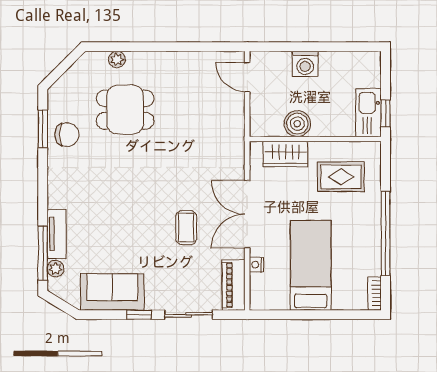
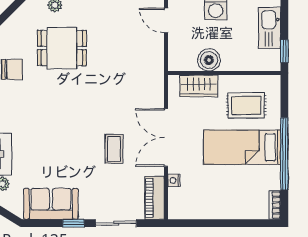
kitchen sink: (368, 113) -> (270, 28), moved
bed: (311, 265) -> (242, 147), moved, turned -90

